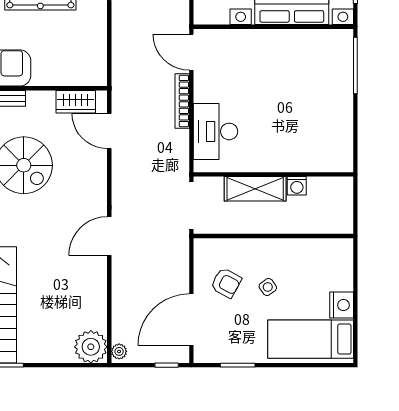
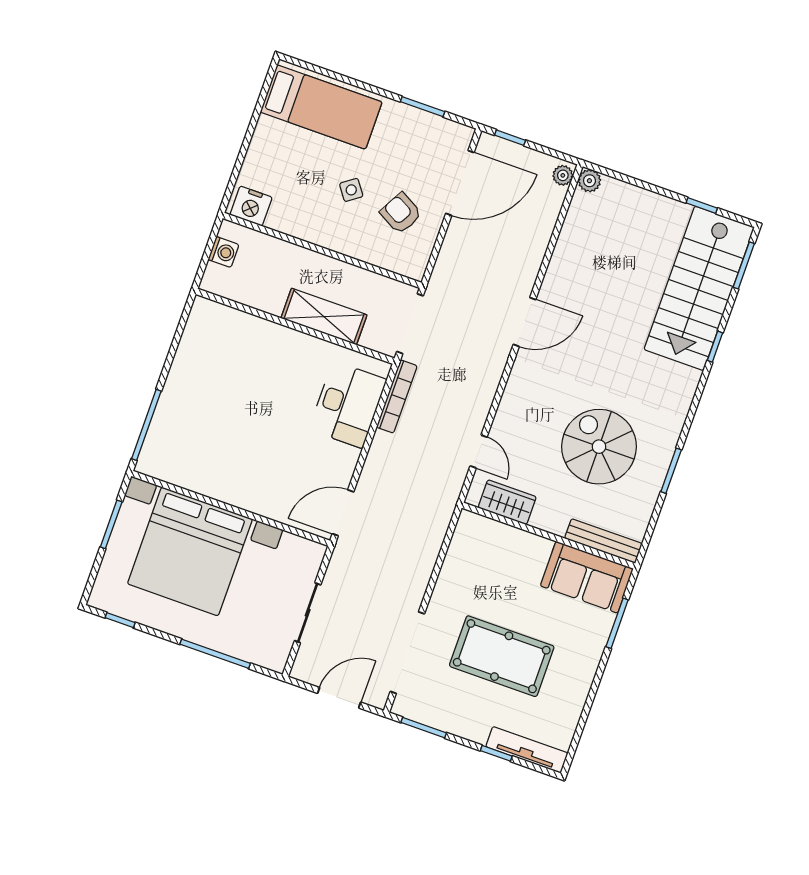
door: (191, 52) -> (343, 513), swing flipped
bookcase: (182, 101) -> (397, 396), moved
door: (109, 131) -> (479, 452), width x0.73
washing machine: (297, 186) -> (223, 252), moved, turned 90
nightstand: (342, 305) -> (251, 206), moved, turned -90
plant: (91, 347) -> (589, 181), width x0.53, depth x0.53

